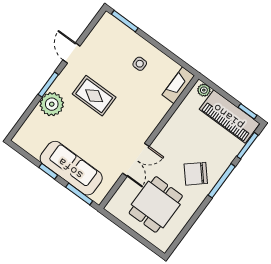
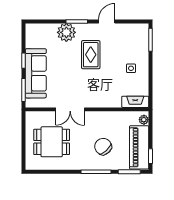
chair: (196, 174) -> (103, 147), moved

